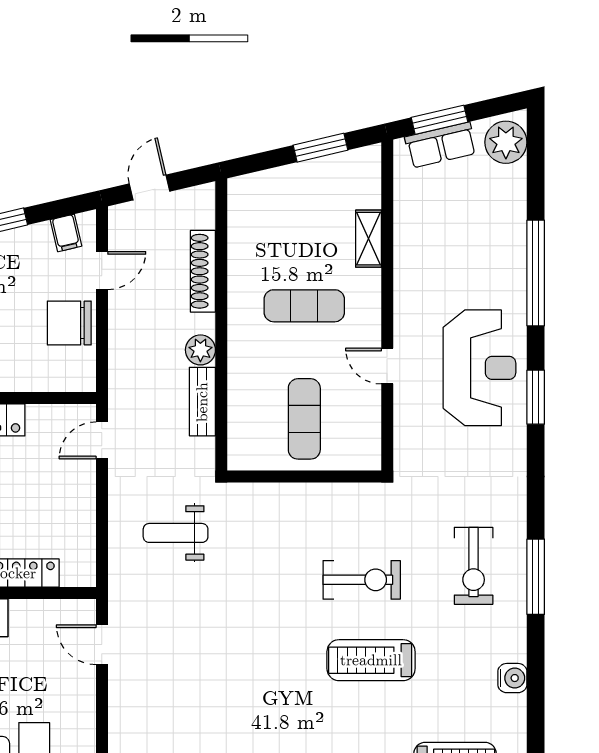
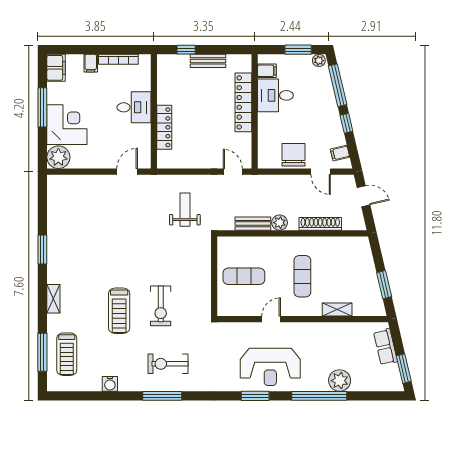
window: (440, 120) -> (404, 369), moved
plant: (506, 142) -> (340, 381), moved
treadmill: (371, 660) -> (119, 311), turned 180

